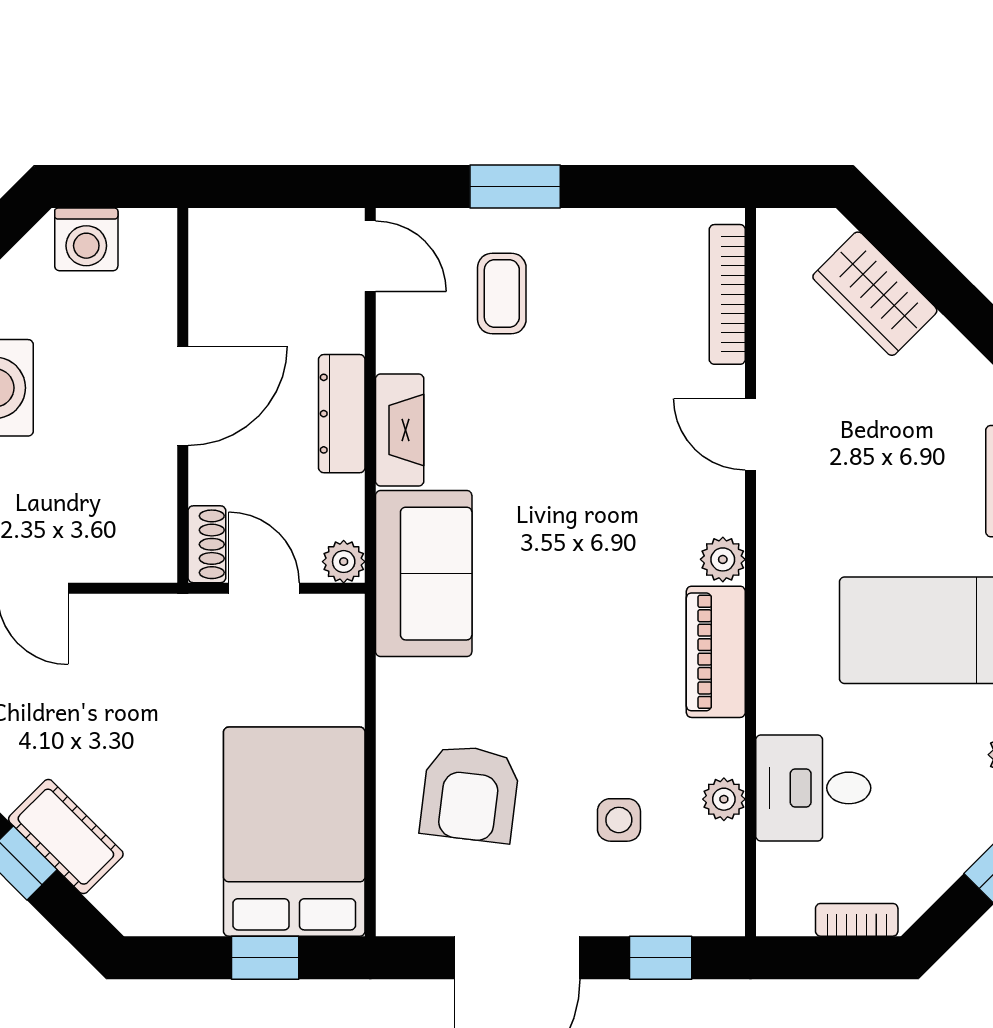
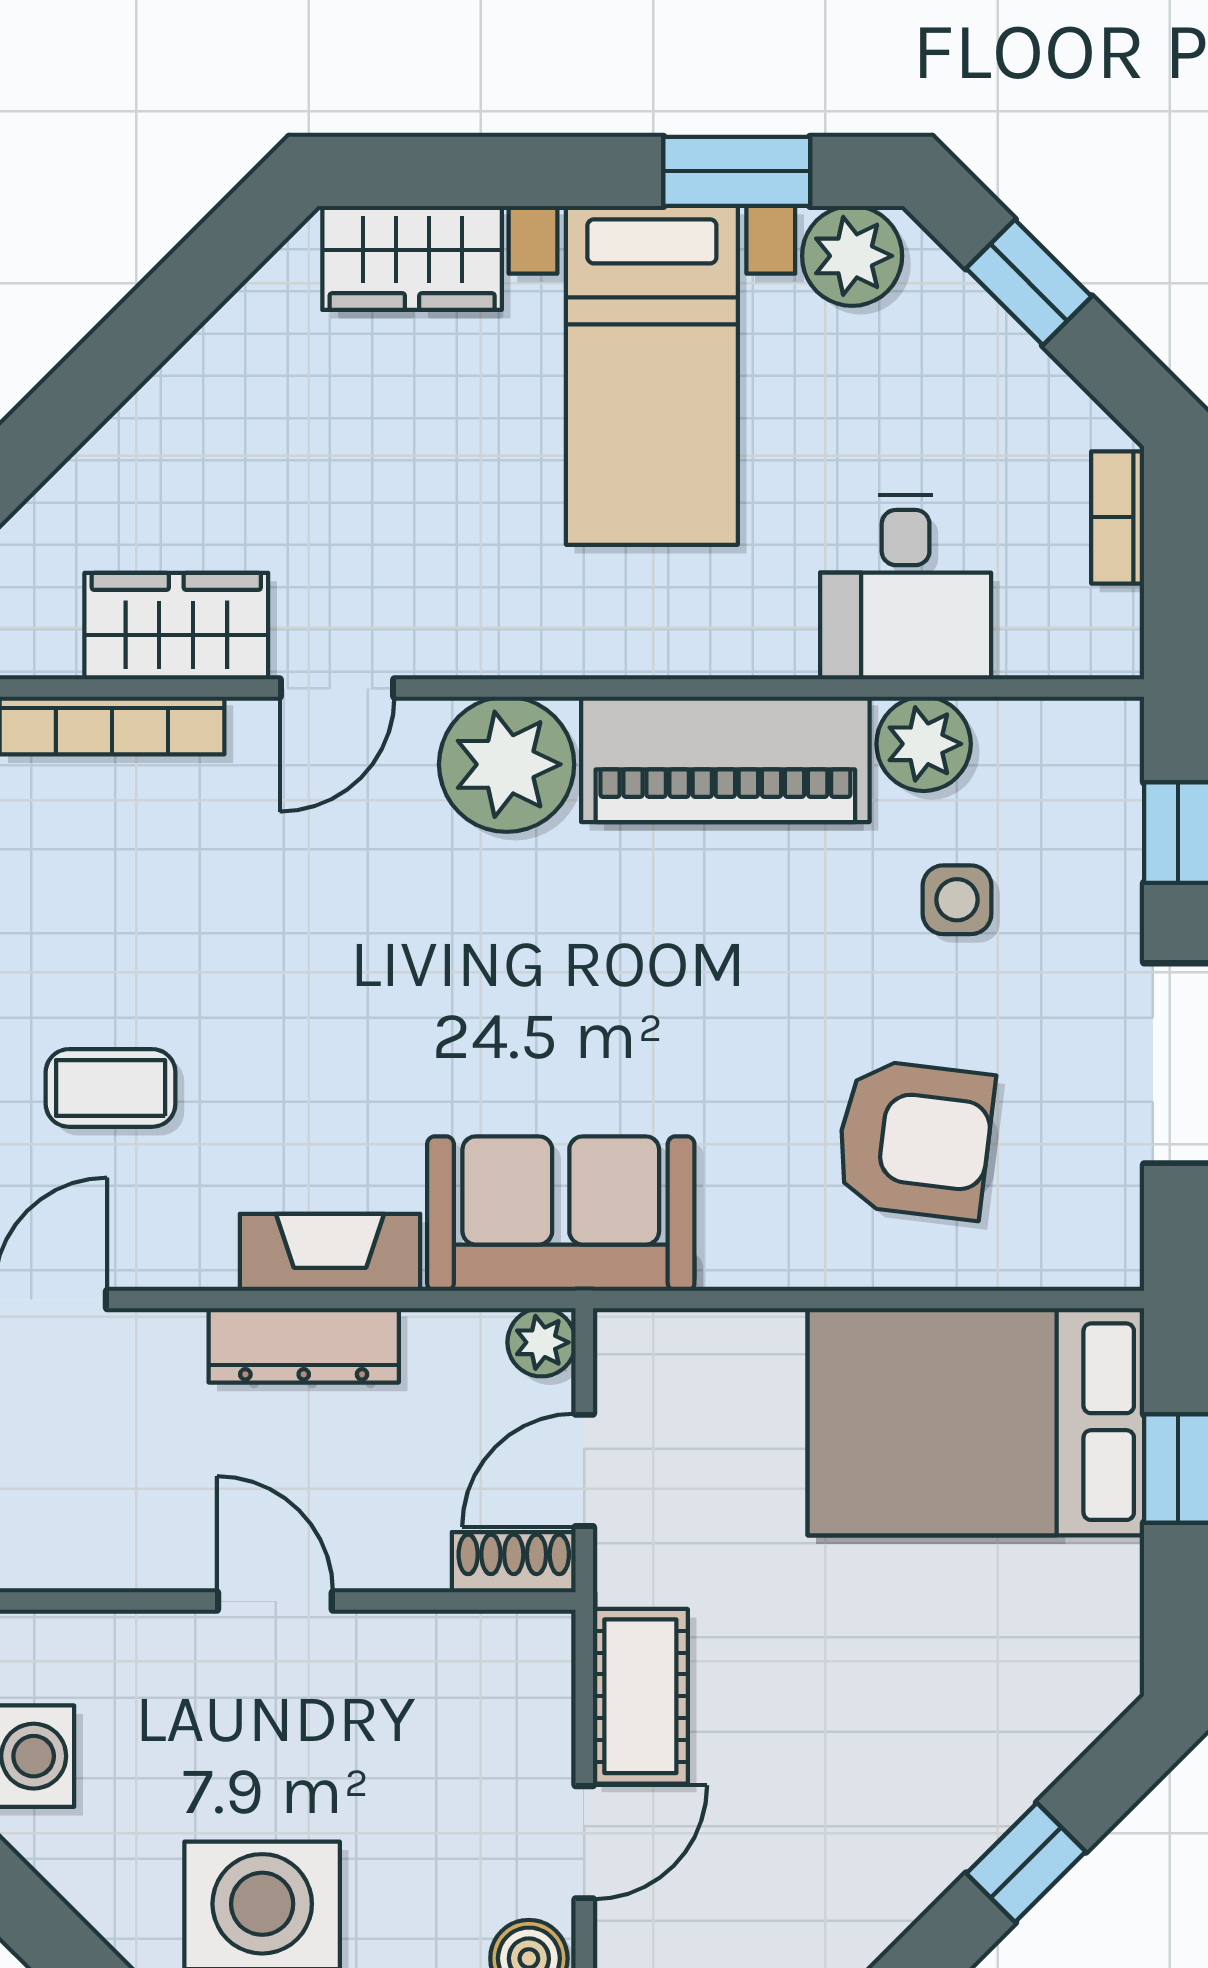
wardrobe: (875, 294) -> (176, 626), moved, turned -135
door: (183, 396) -> (275, 1601), width x0.73
plant: (723, 559) -> (507, 764), width x1.87, depth x1.87
piano: (716, 652) -> (725, 759), width x1.37, depth x1.33
plant: (724, 799) -> (924, 744), width x1.38, depth x1.38
cot: (66, 837) -> (640, 1696), moved, turned -45

